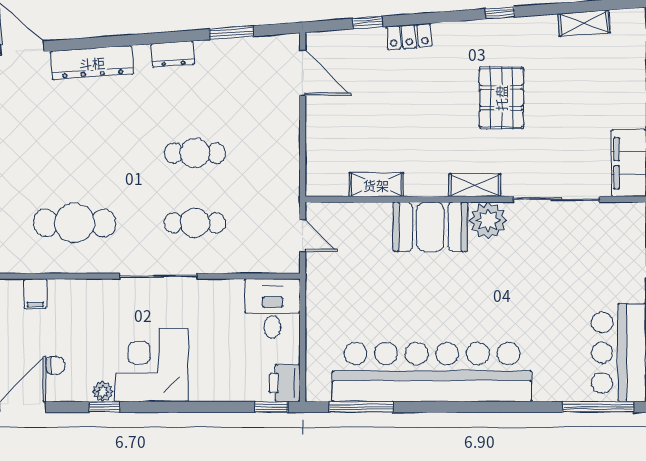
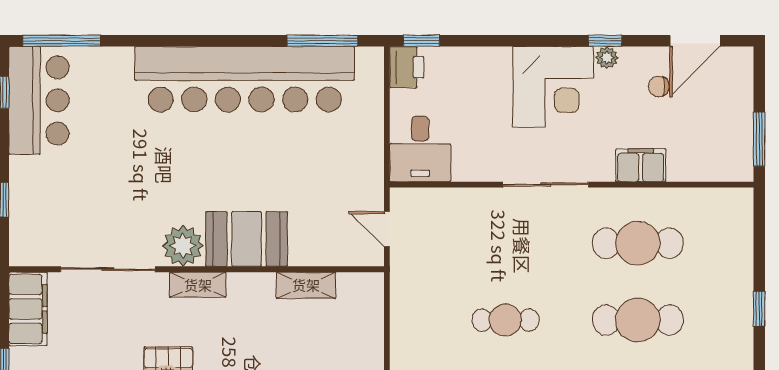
cafe table: (195, 223) -> (638, 320), moved, width x1.37, depth x1.35
filing cabinet: (35, 294) -> (641, 165), moved, width x2.00

